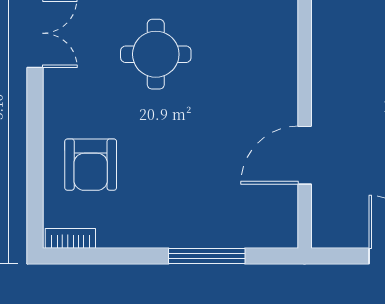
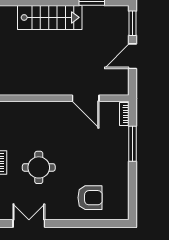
bookcase: (70, 238) -> (124, 114), moved

